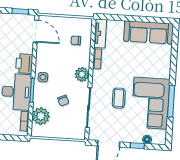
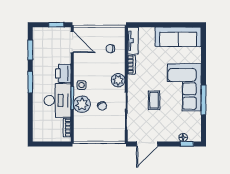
corner sofa: (151, 103) -> (184, 87), moved
plant: (41, 116) -> (82, 104), moved
window: (137, 146) -> (187, 144), moved

